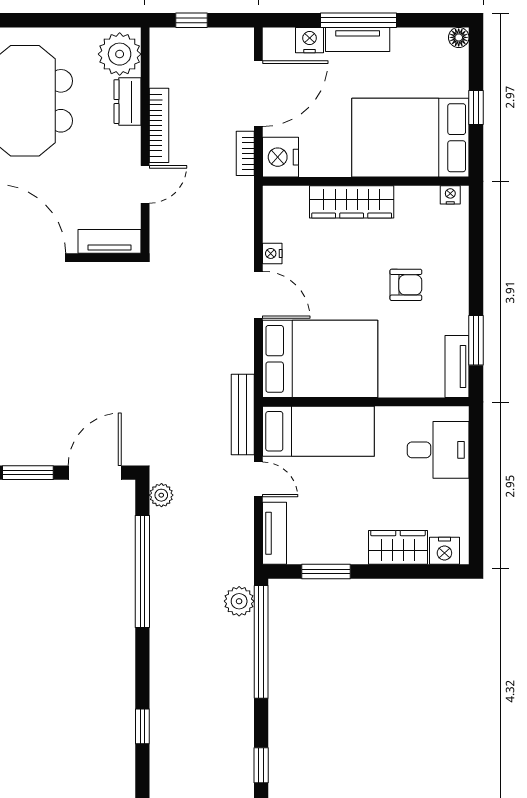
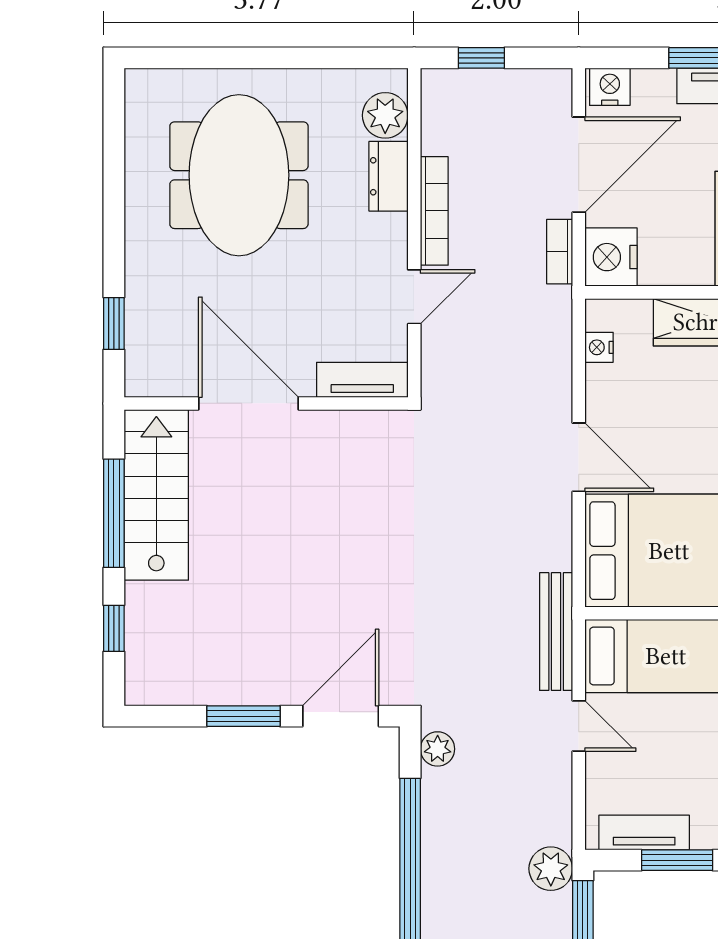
nightstand: (310, 40) -> (610, 87), moved
plant: (120, 54) -> (385, 115), width x0.73, depth x0.73
nightstand: (272, 253) -> (599, 347), moved
tv unit: (274, 533) -> (644, 833), moved, turned -90
plant: (239, 601) -> (551, 869), moved

